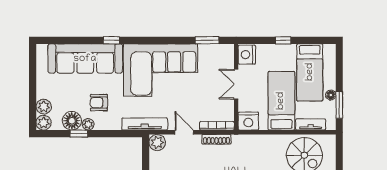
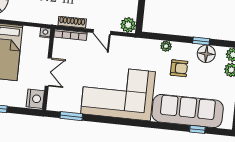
window: (111, 40) -> (197, 129), moved
nightstand: (248, 121) -> (45, 33), width x0.53, depth x0.56
plant: (88, 124) -> (166, 46), moved
tv unit: (145, 124) -> (138, 44), removed

